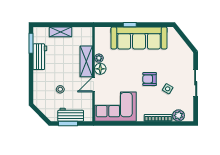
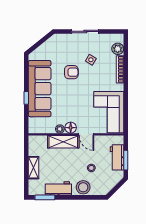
armchair: (150, 79) -> (71, 72), moved, turned -90
stool: (41, 81) -> (83, 187), added

